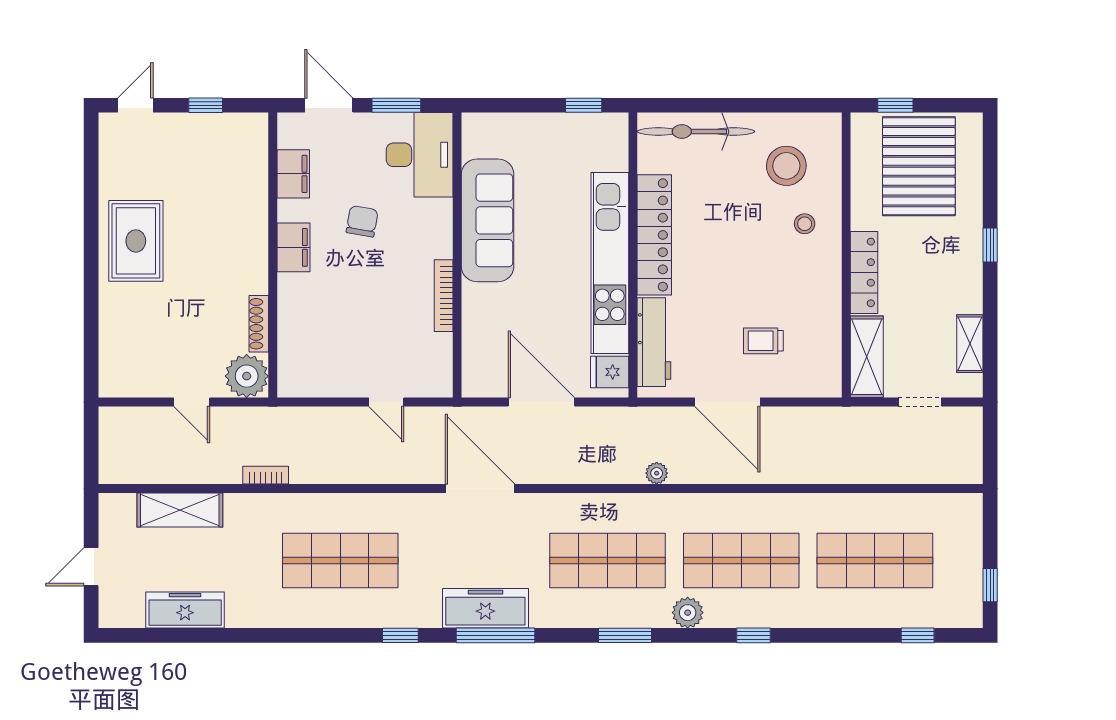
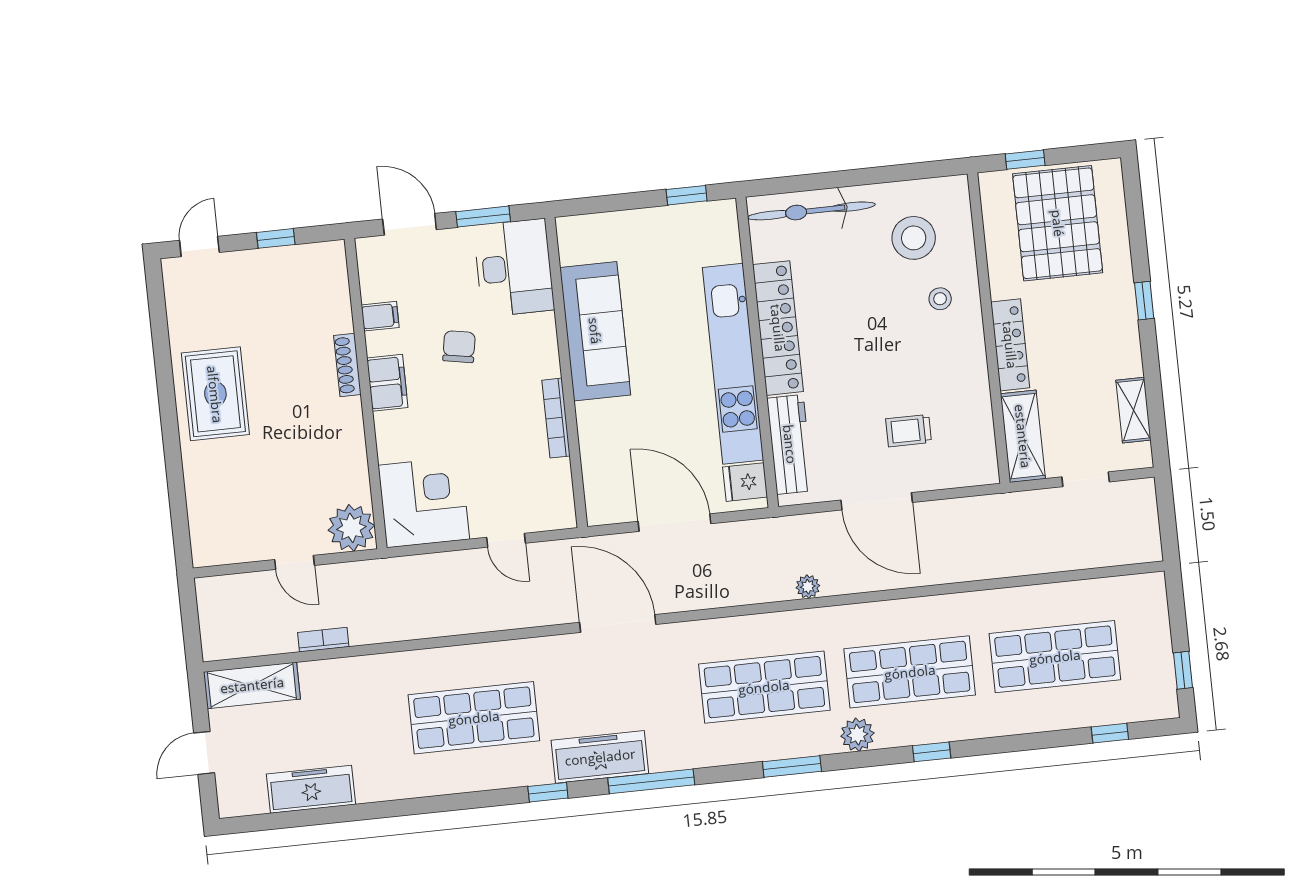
filing cabinet: (293, 174) -> (380, 316), width x0.50
shoe rack: (259, 324) -> (347, 365), moved
corner desk: (315, 360) -> (424, 502), added
bookcase: (266, 475) -> (323, 640), moved
shelving: (180, 510) -> (252, 685), moved
freezer: (485, 608) -> (600, 757), moved

